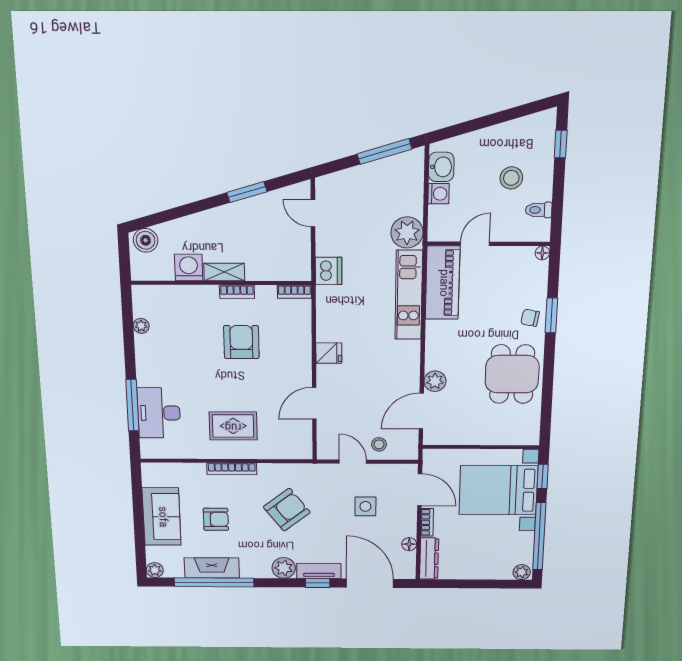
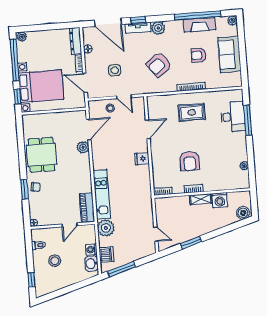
dishwasher: (329, 271) -> (106, 255), moved, turned 180
piano: (443, 283) -> (87, 208), width x0.73, depth x0.75

